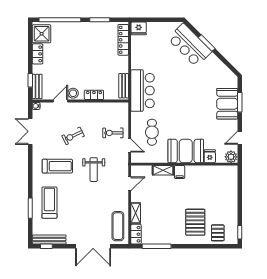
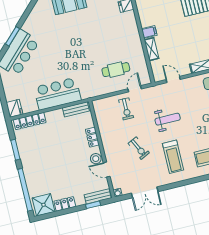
bar counter: (143, 91) -> (58, 94), moved
booth: (186, 151) -> (126, 31), removed
treadmill: (57, 166) -> (173, 157), turned 180

